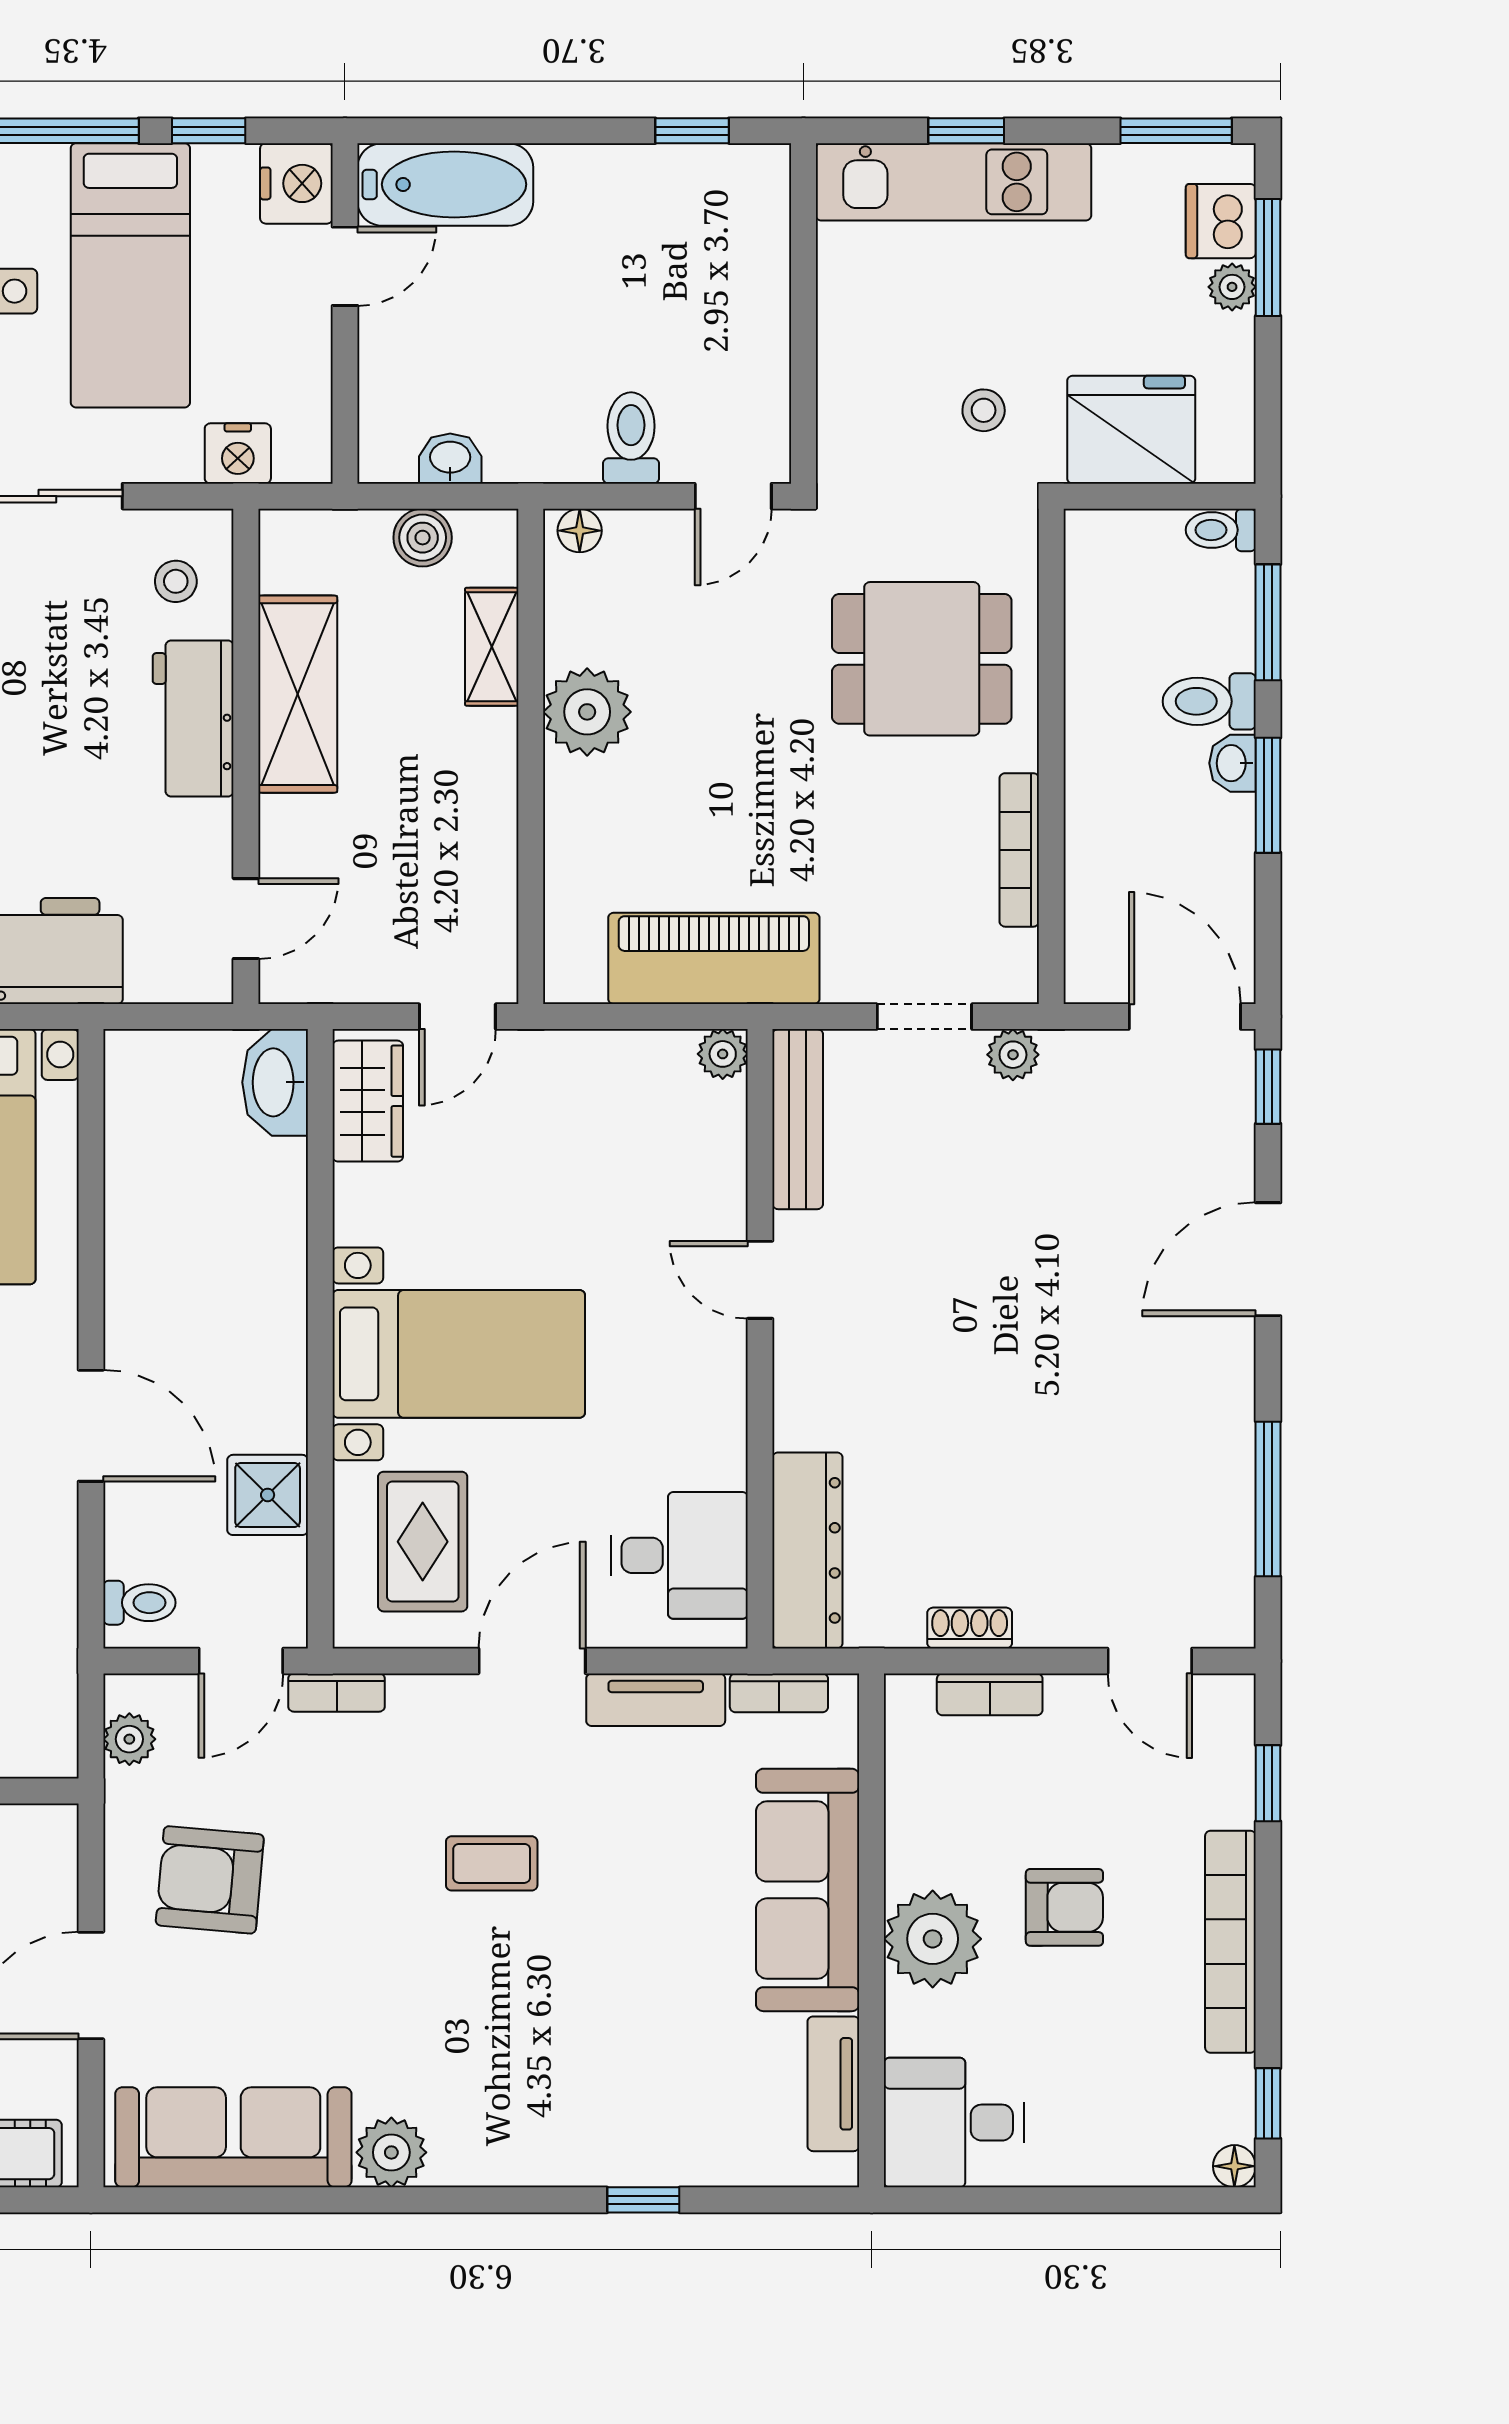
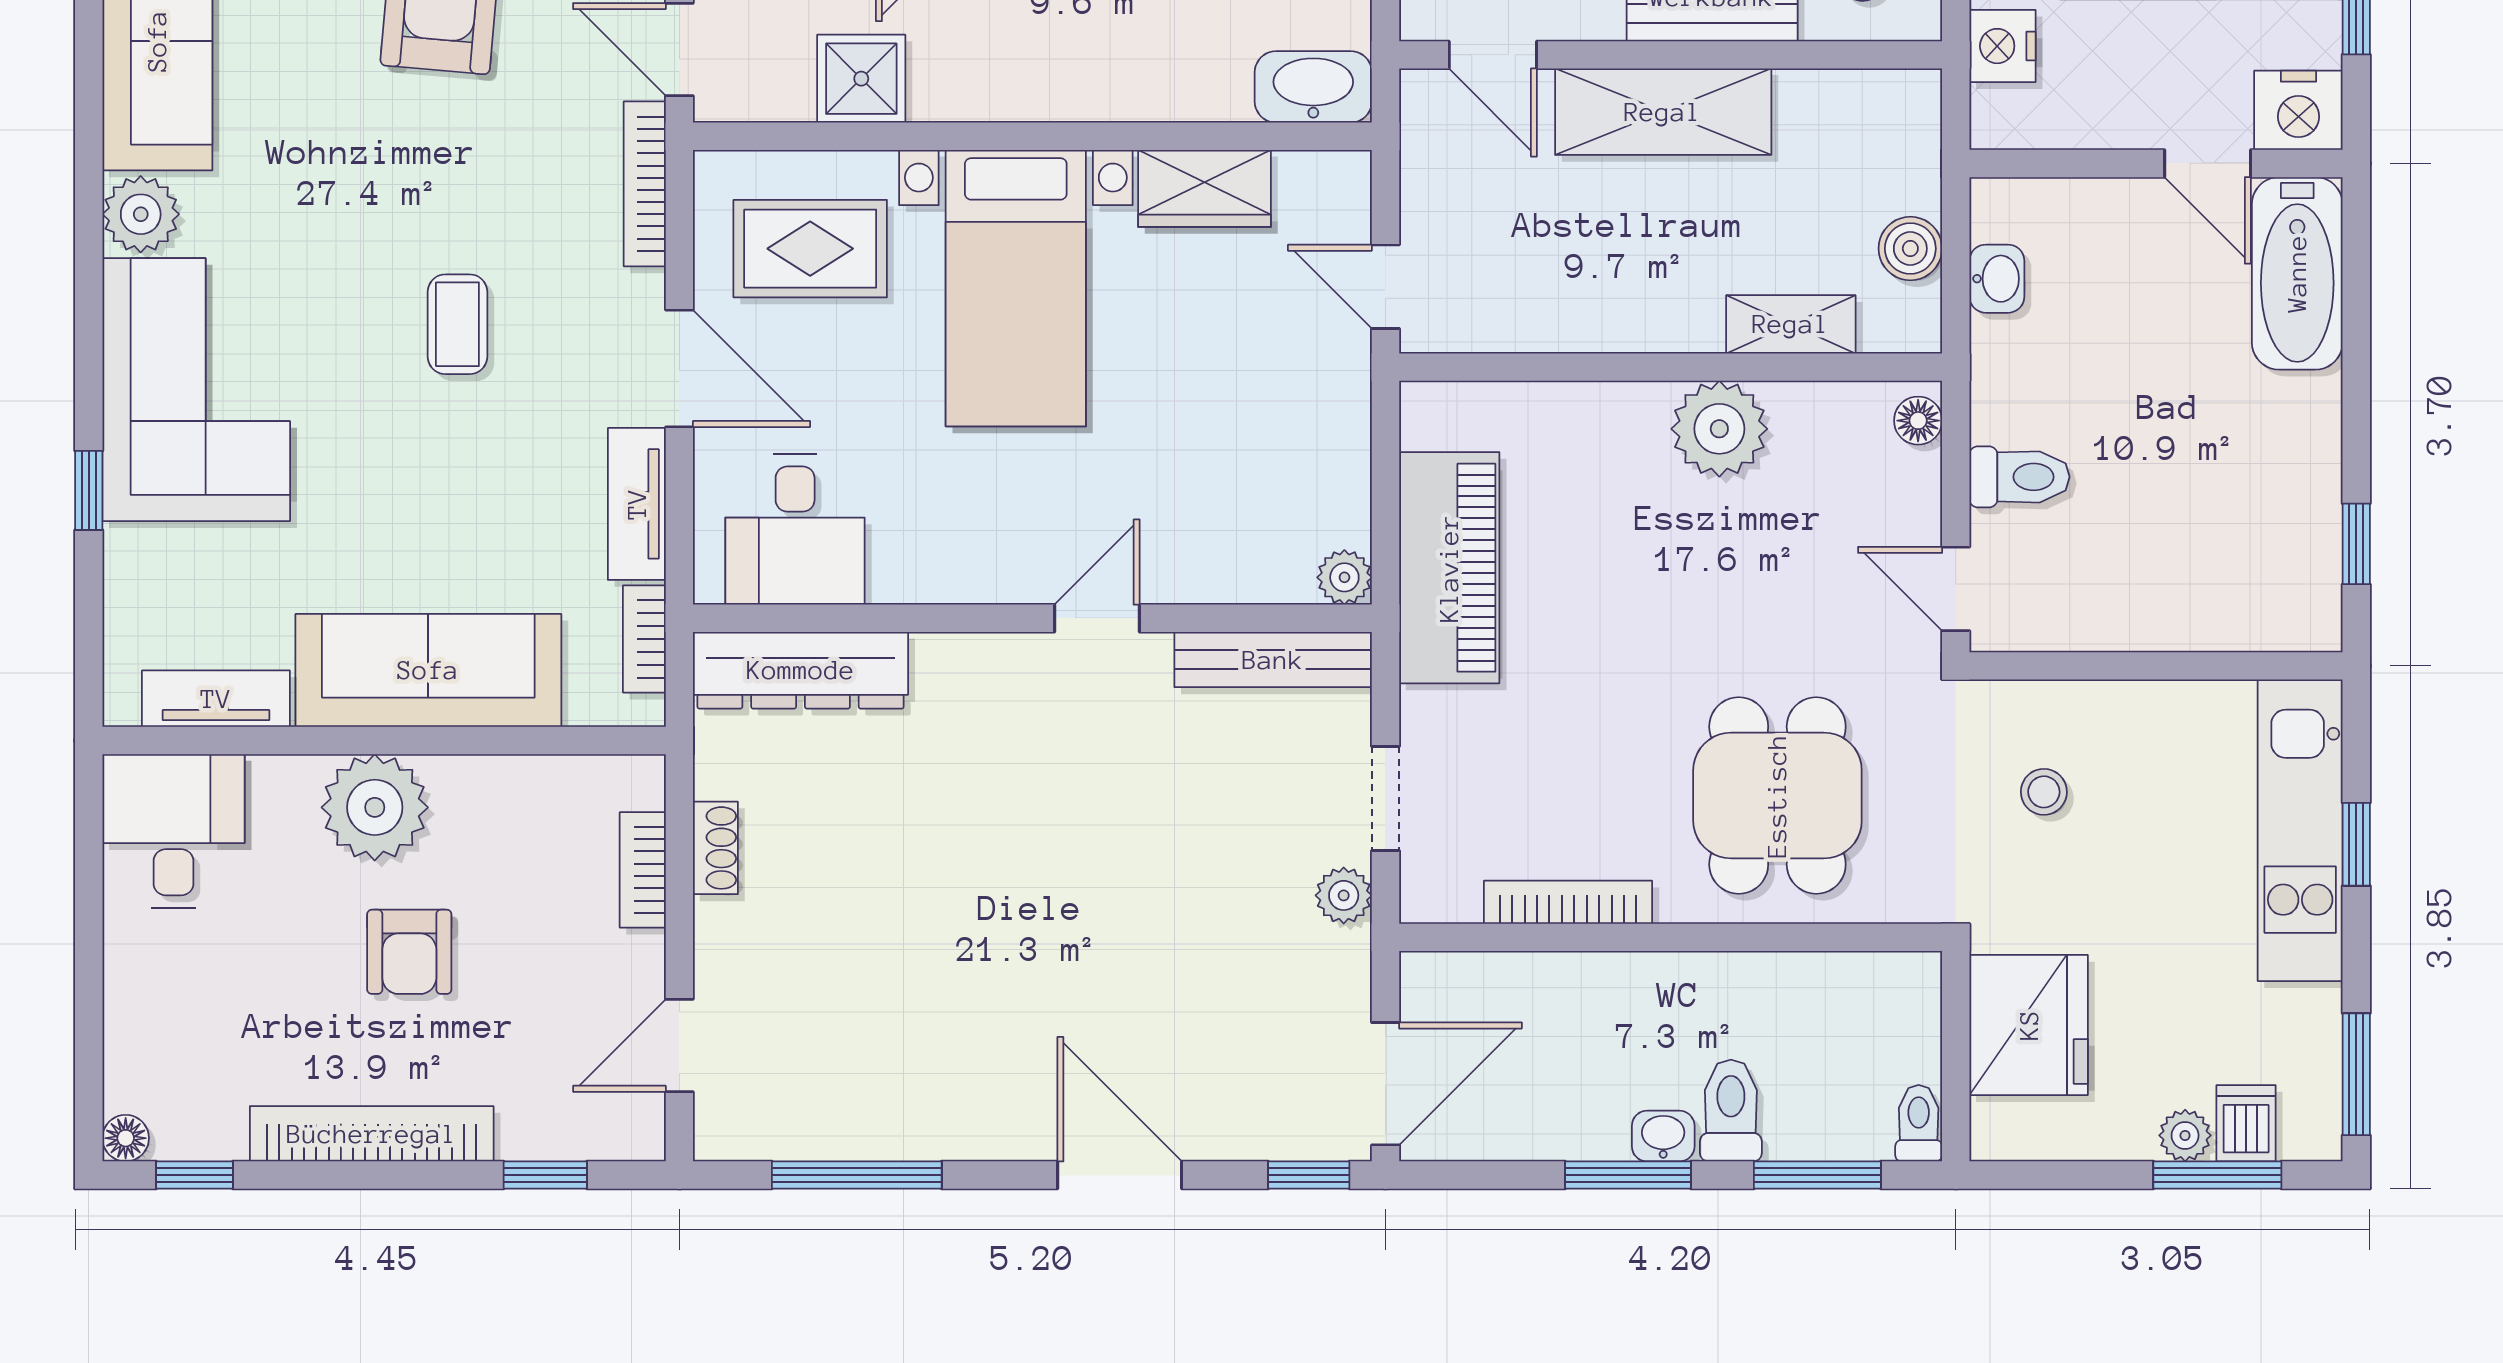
dishwasher: (1221, 221) -> (2246, 1123), width x0.73
stool: (984, 410) -> (2044, 792), moved
shelving: (298, 694) -> (1663, 112), moved
wardrobe: (368, 1101) -> (1205, 188), moved
bookcase: (337, 1693) -> (645, 184), width x1.56
corner sofa: (551, 2102) -> (196, 390), added

